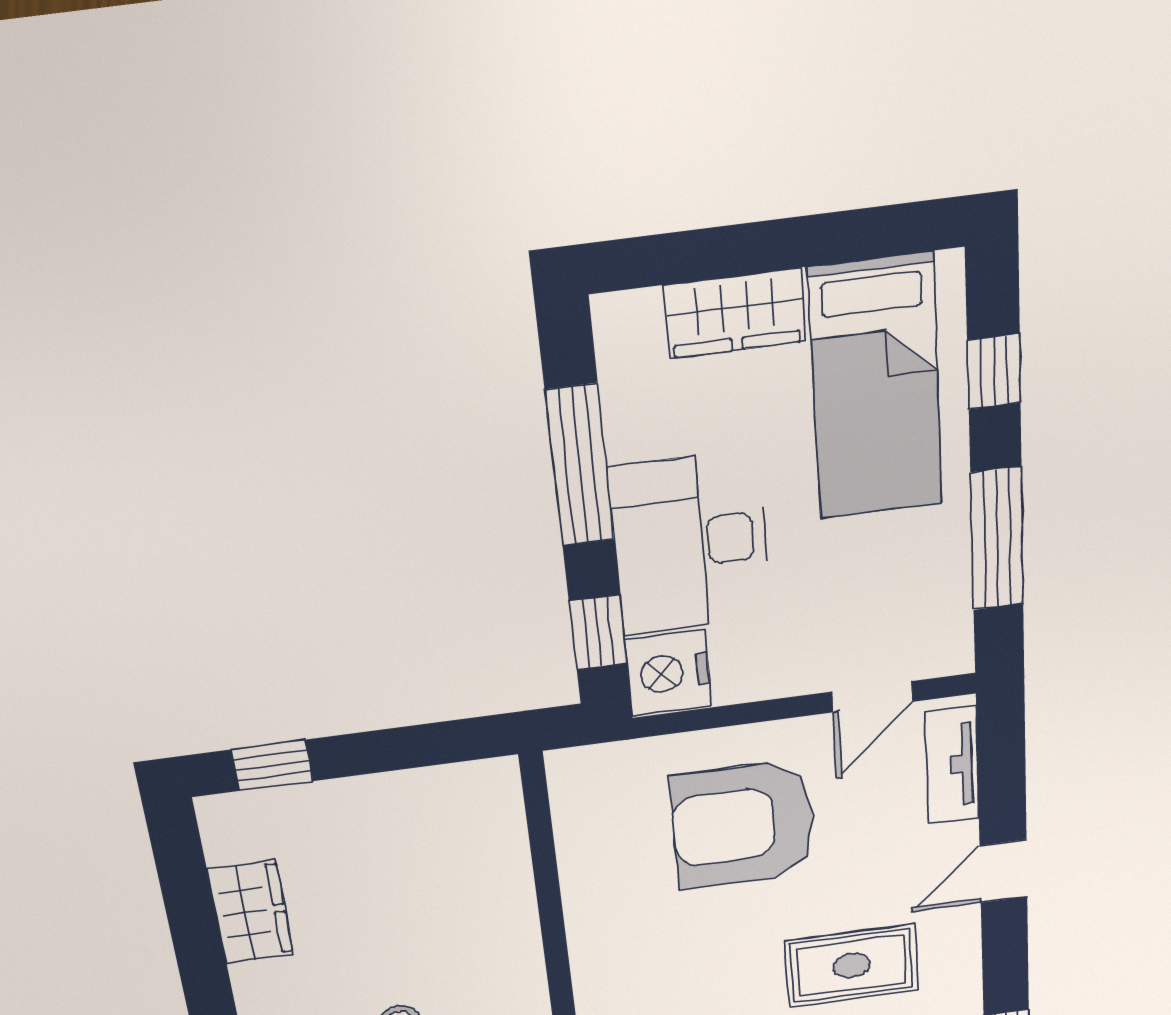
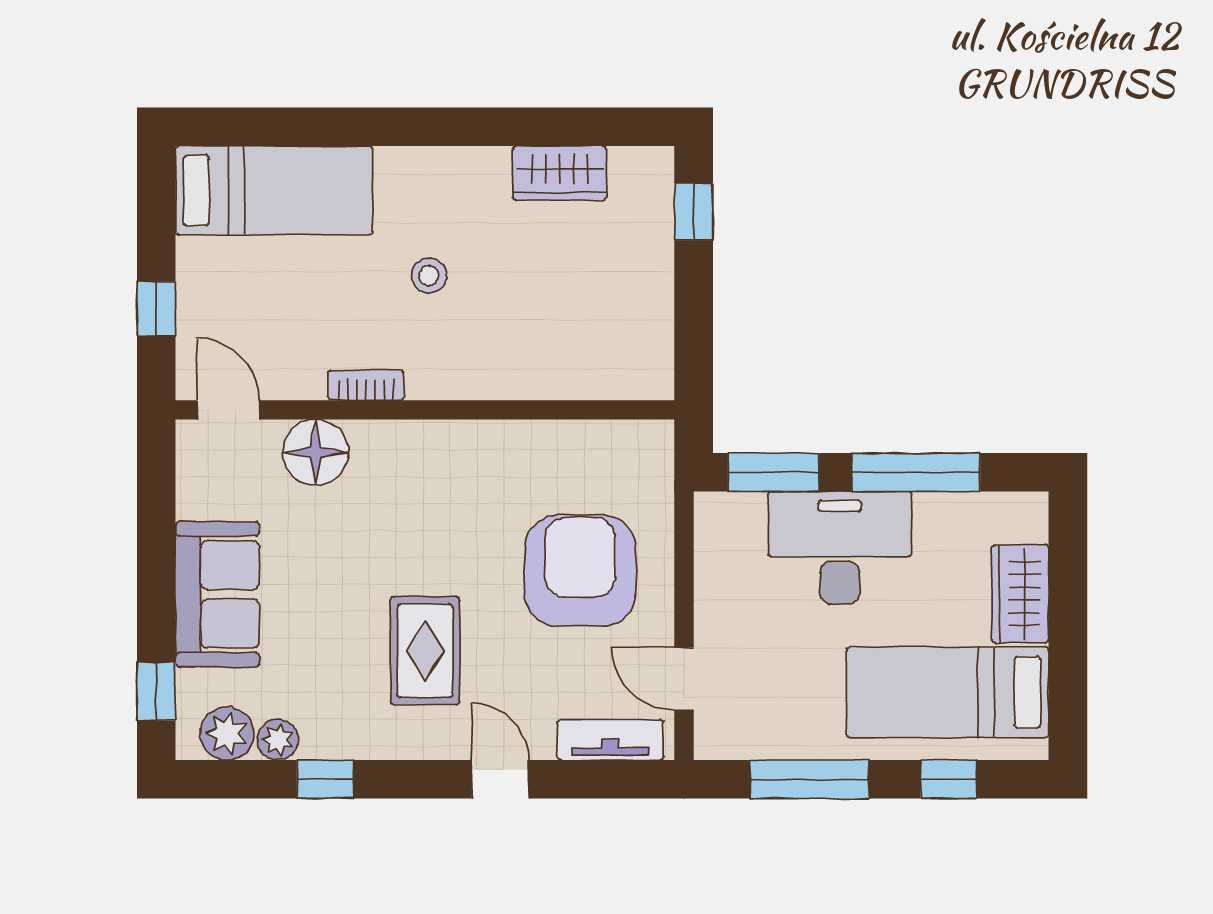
window: (598, 633) -> (773, 472), width x1.50
nightstand: (668, 673) -> (730, 522), removed

